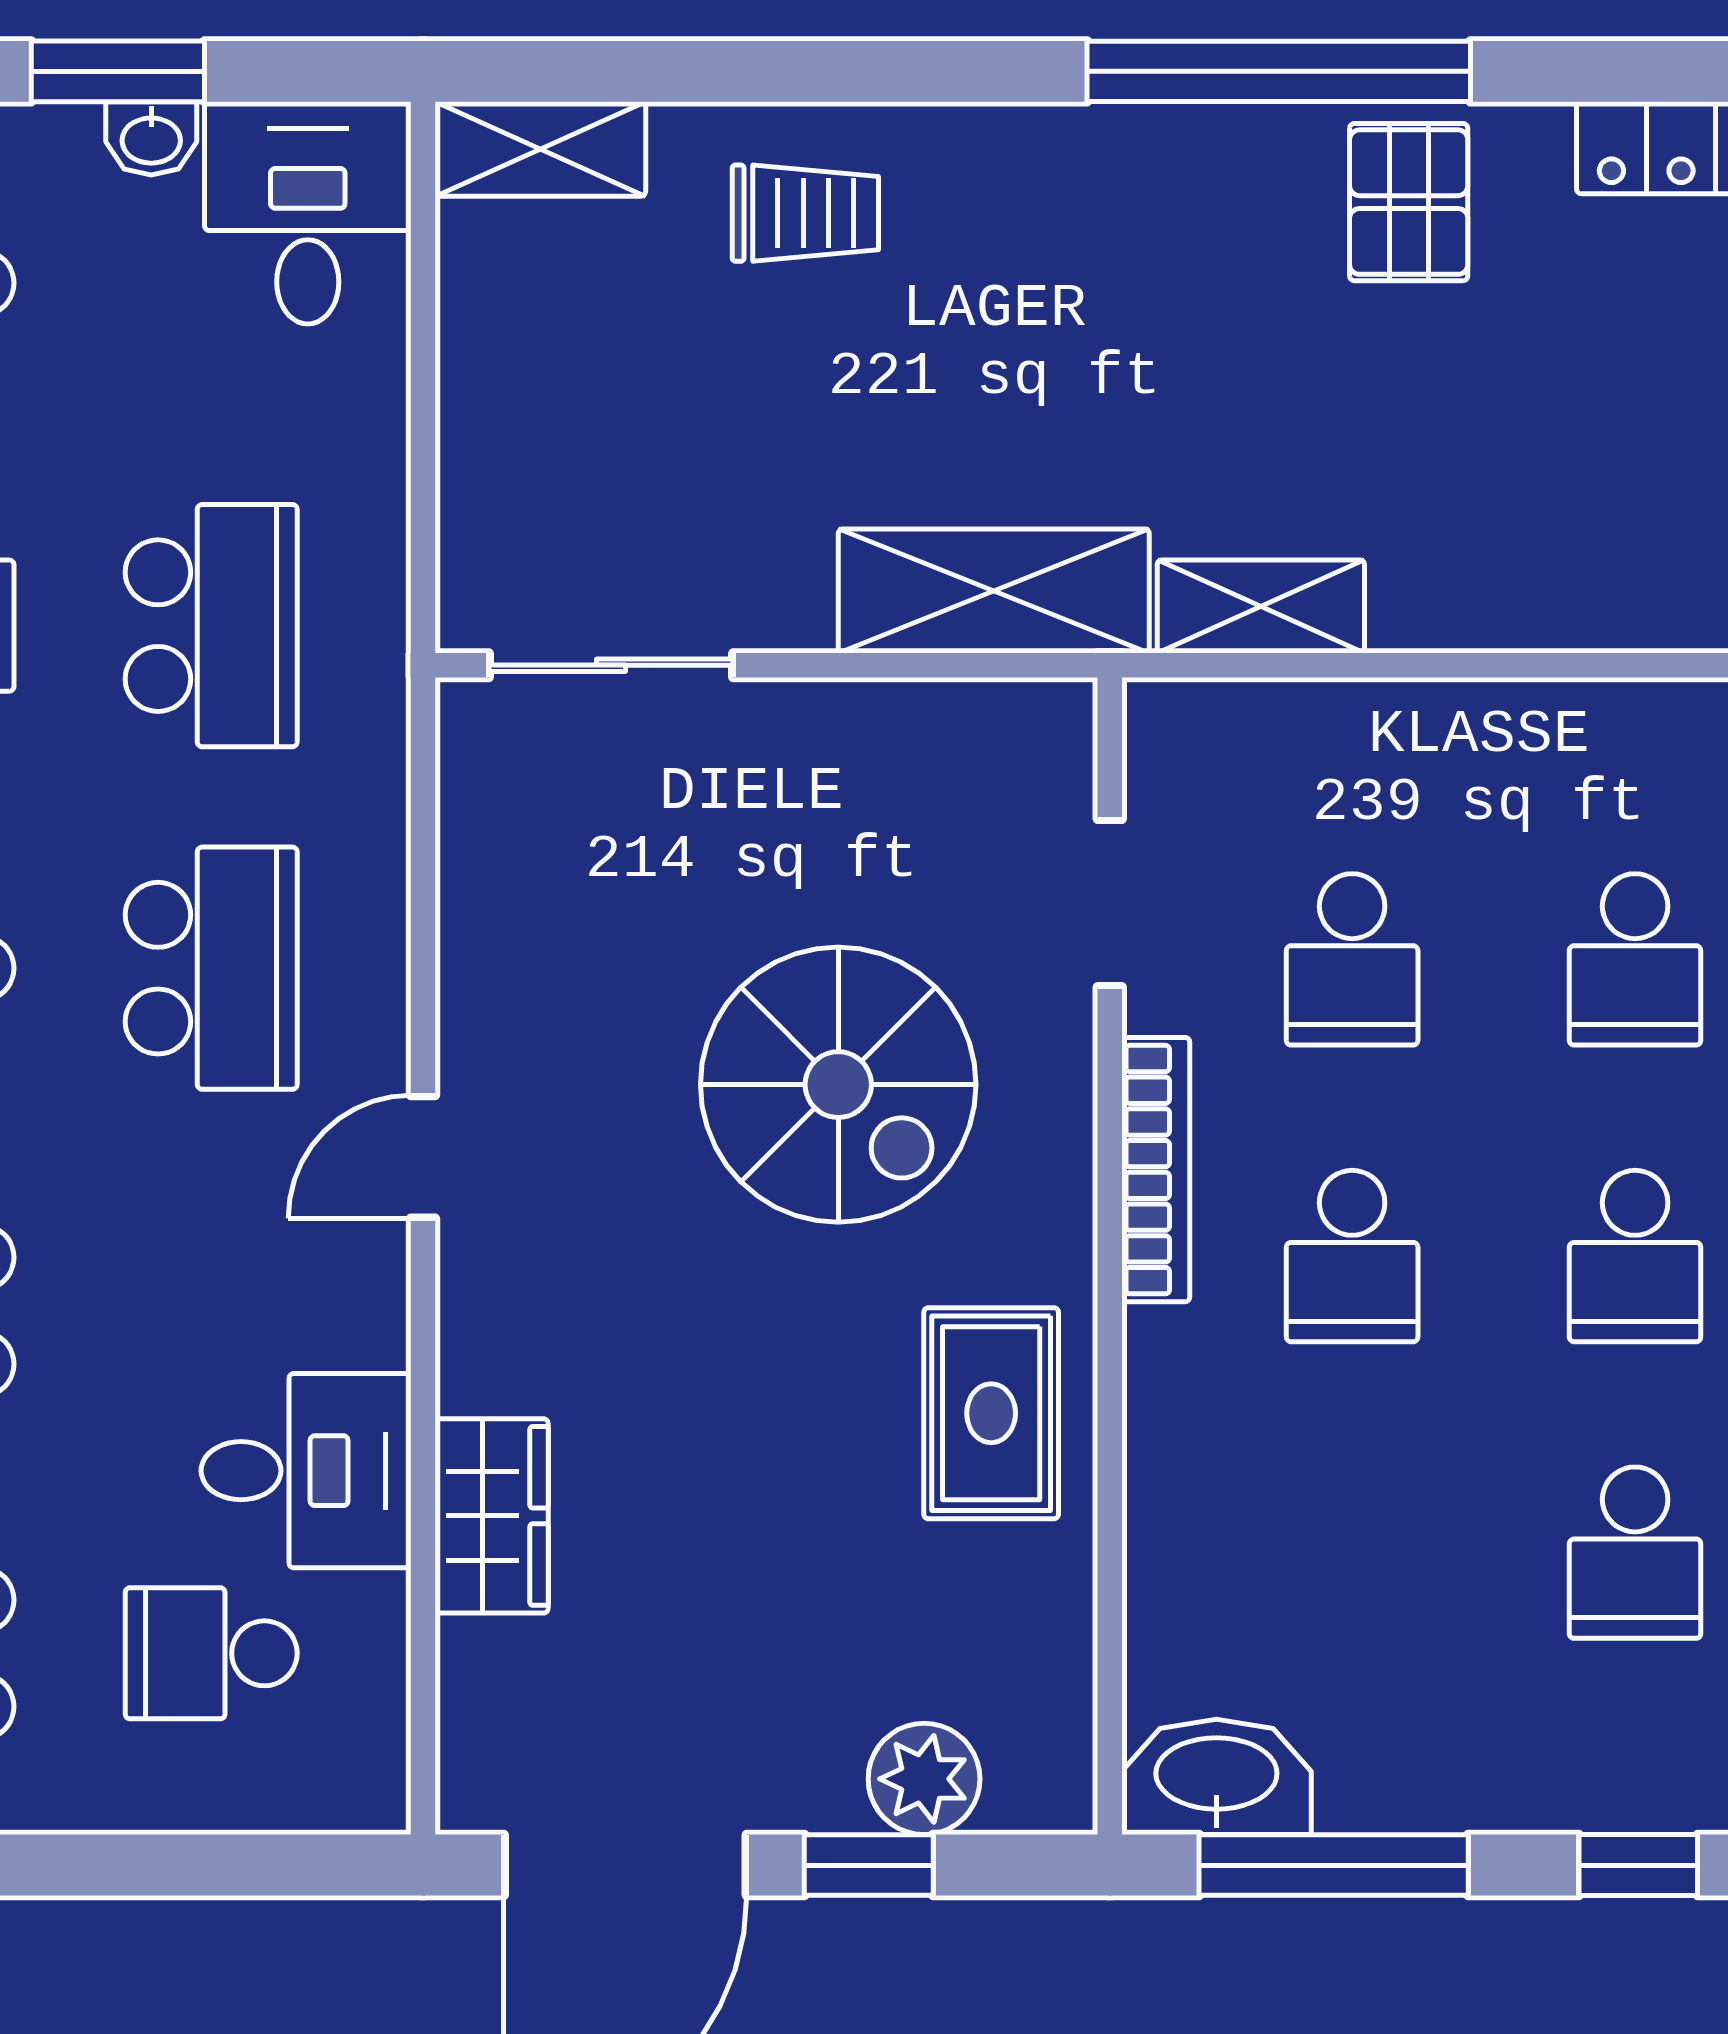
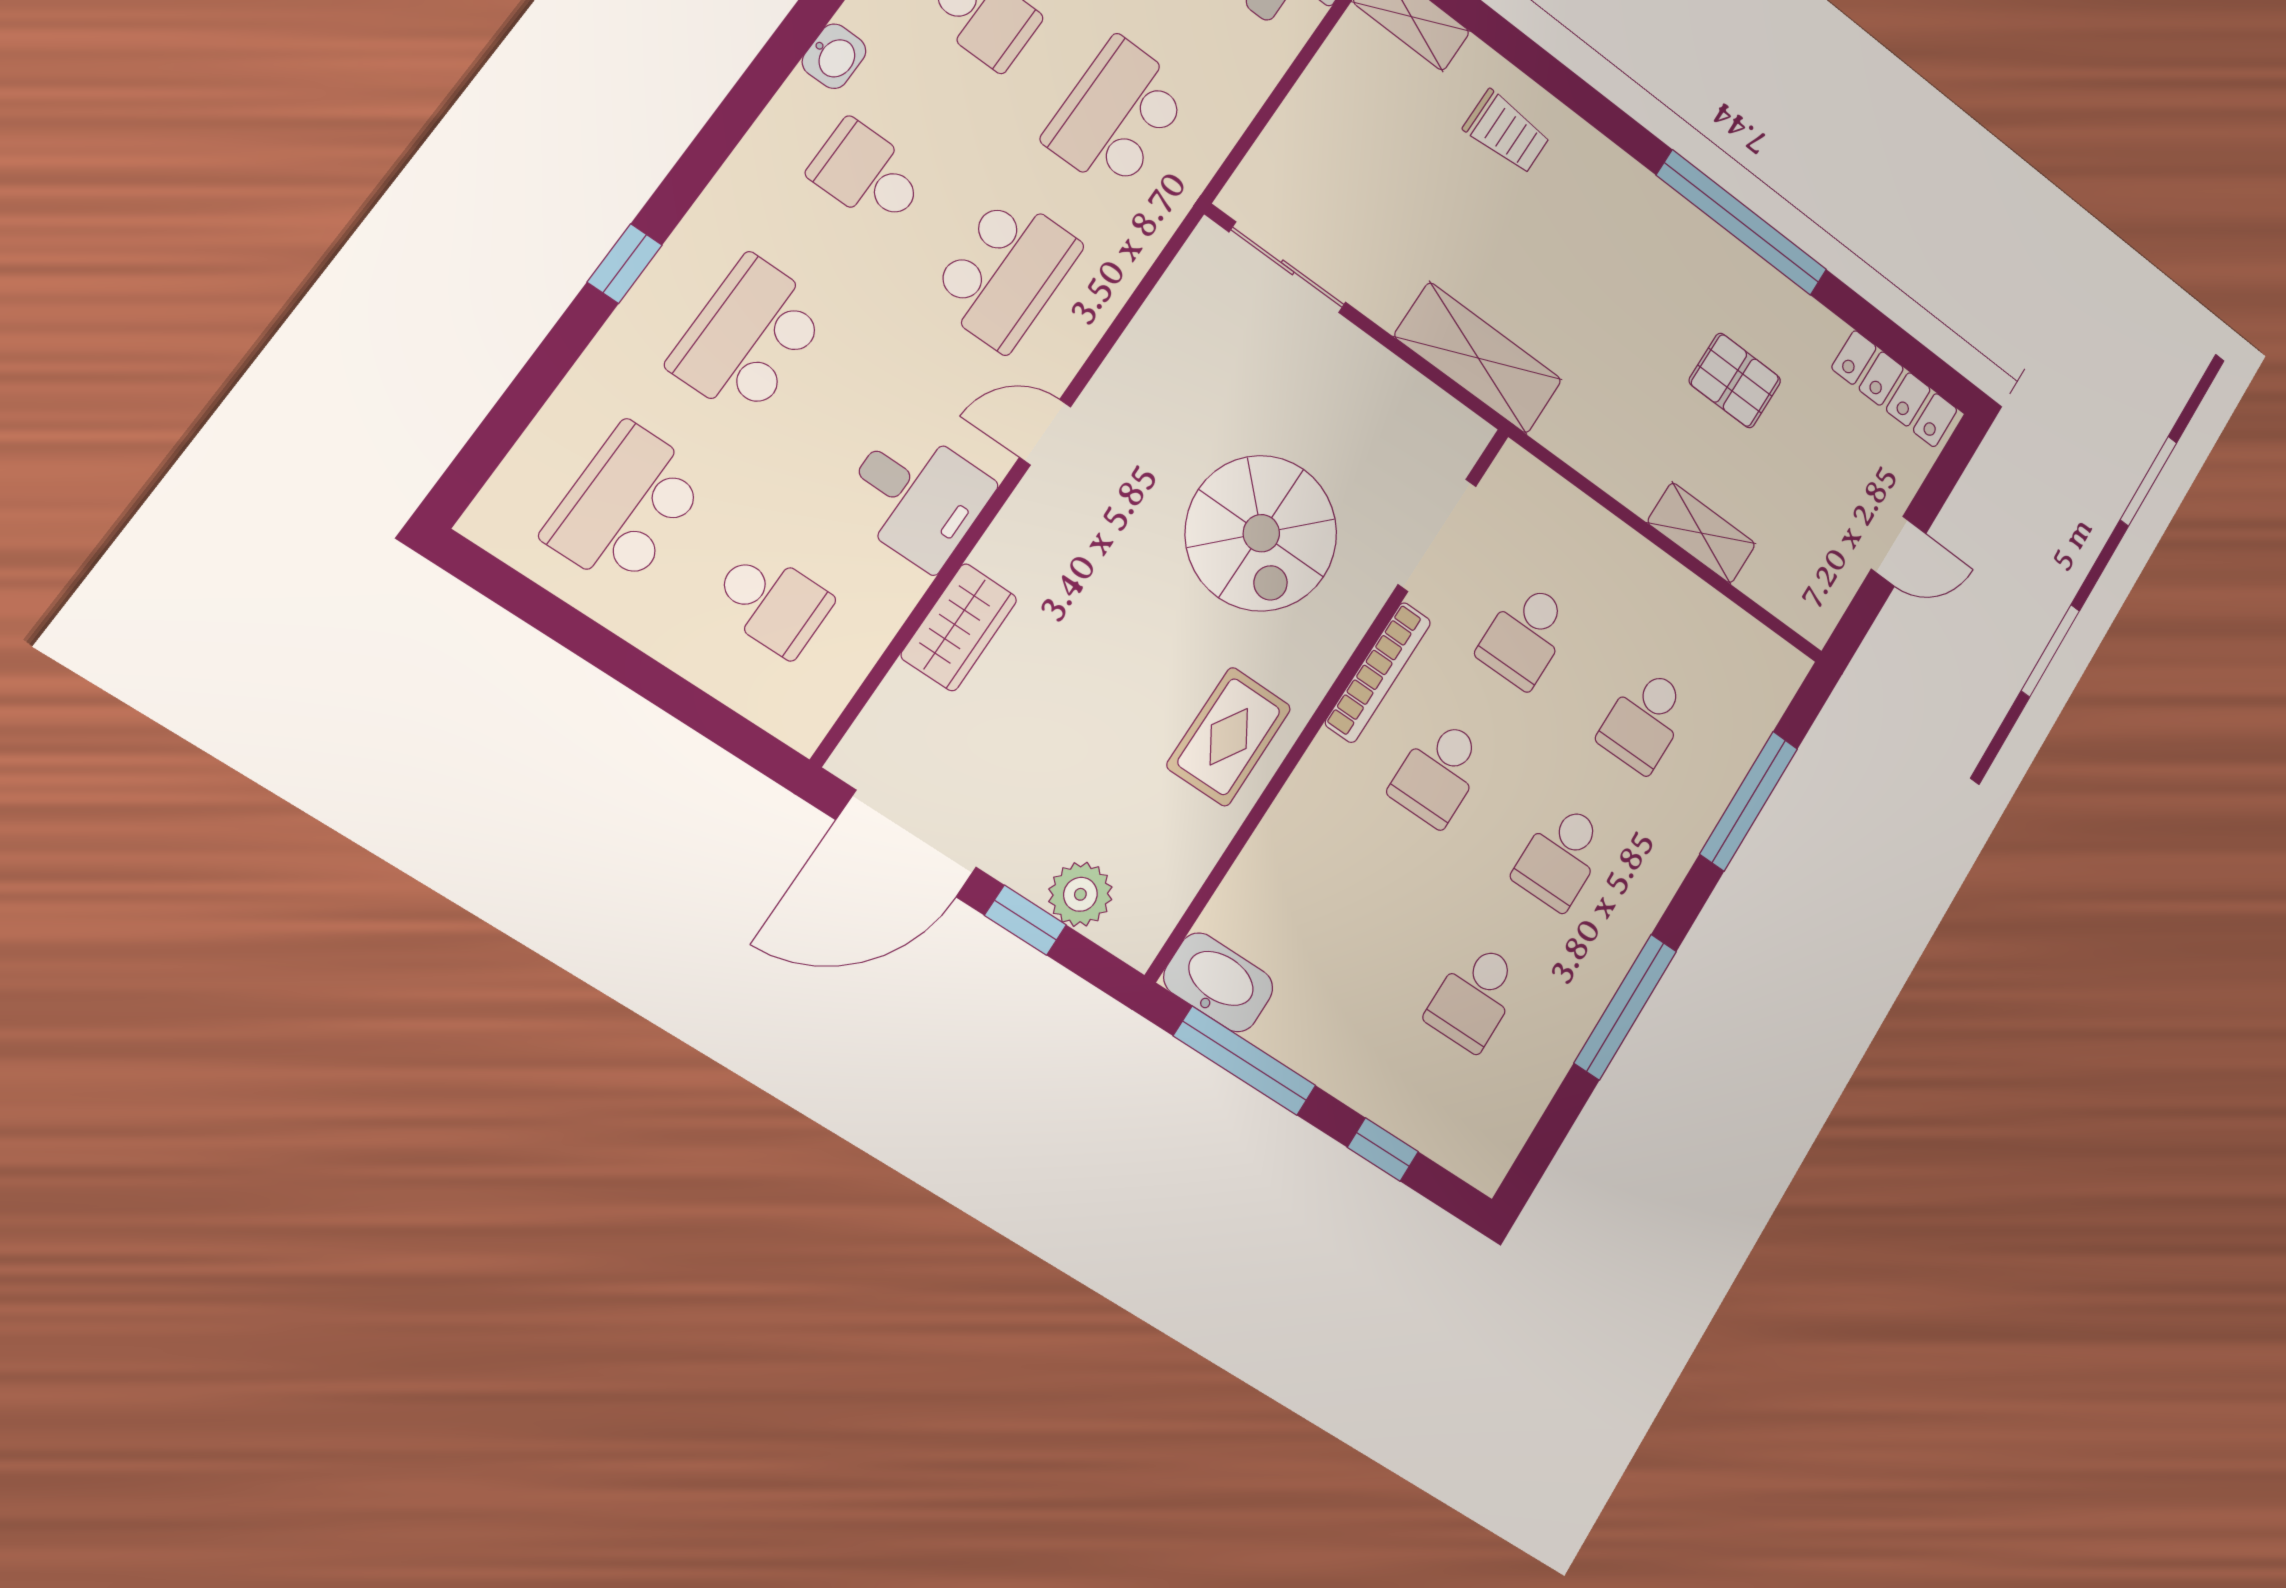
pallet: (1409, 202) -> (1735, 381), moved, turned 90
shelving: (1261, 606) -> (1701, 533), moved
school desk: (211, 626) -> (1117, 115), turned 180
doorway: (1110, 903) -> (1437, 535), width x1.38
desk: (306, 1471) -> (917, 496), moved
school desk: (211, 1653) -> (772, 602), turned 180

